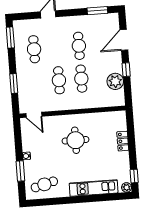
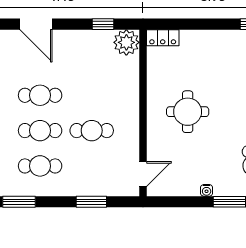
window: (126, 70) -> (103, 24), moved
cafe table: (81, 79) -> (40, 131), moved
plant: (115, 81) -> (126, 42), moved
locker: (123, 141) -> (163, 38), moved

